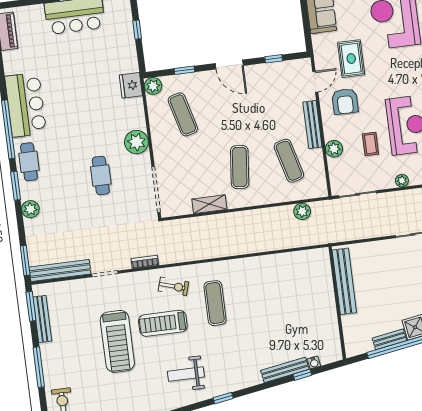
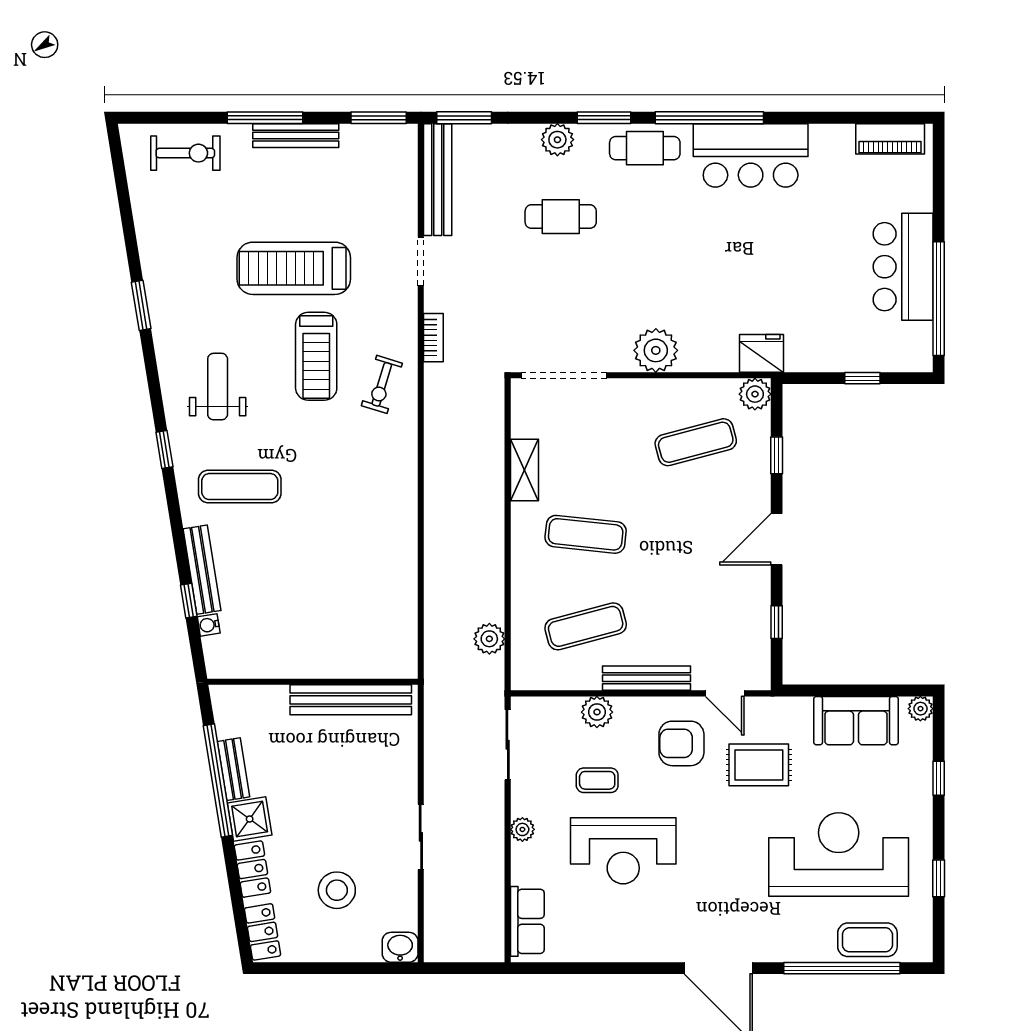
cafe table: (101, 175) -> (561, 217), moved
exercise mat: (215, 303) -> (240, 487), moved
bench: (42, 319) -> (296, 136), moved
treadmill: (163, 323) -> (316, 356), turned 180

